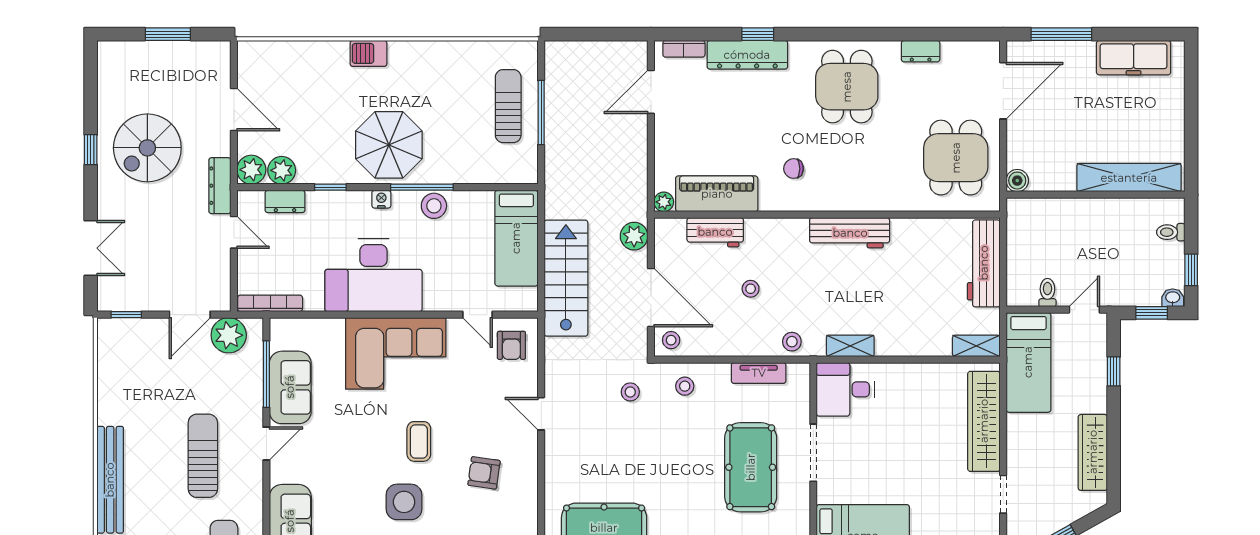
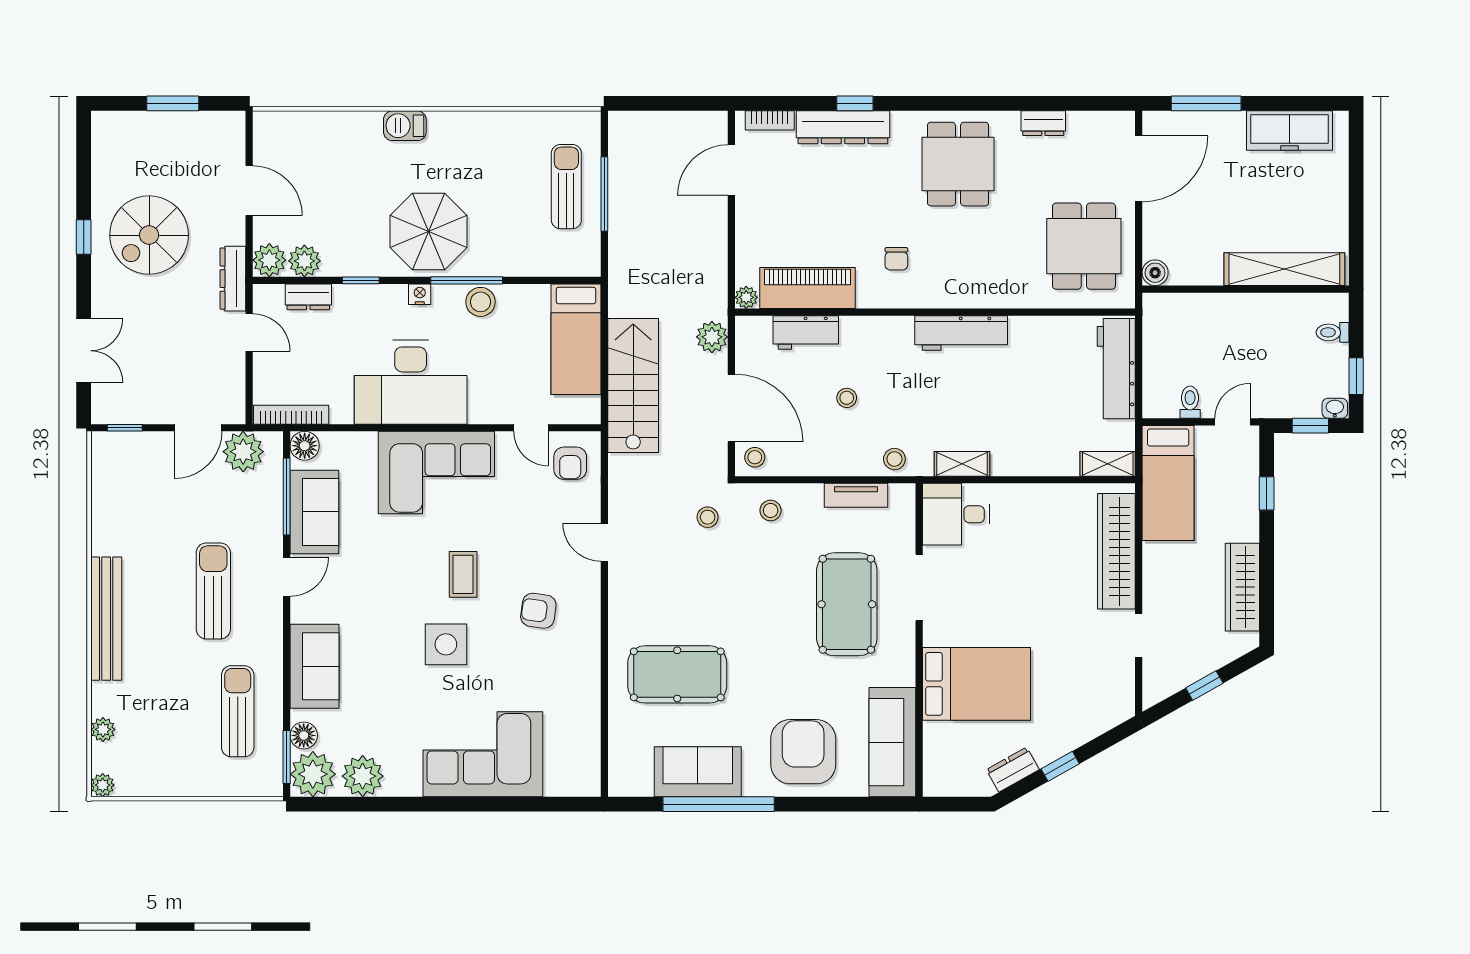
chair: (794, 169) -> (896, 259), turned -90
floor lamp: (282, 330) -> (305, 446), added

